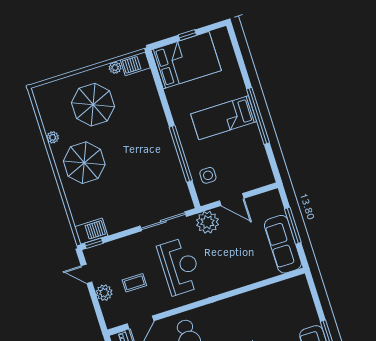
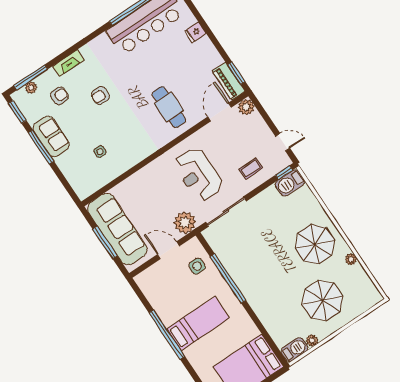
sofa: (283, 244) -> (117, 229), width x1.36, depth x1.27
coffee table: (134, 283) -> (251, 169), moved
plant: (104, 293) -> (246, 107), moved
side table: (271, 318) -> (100, 152), added

